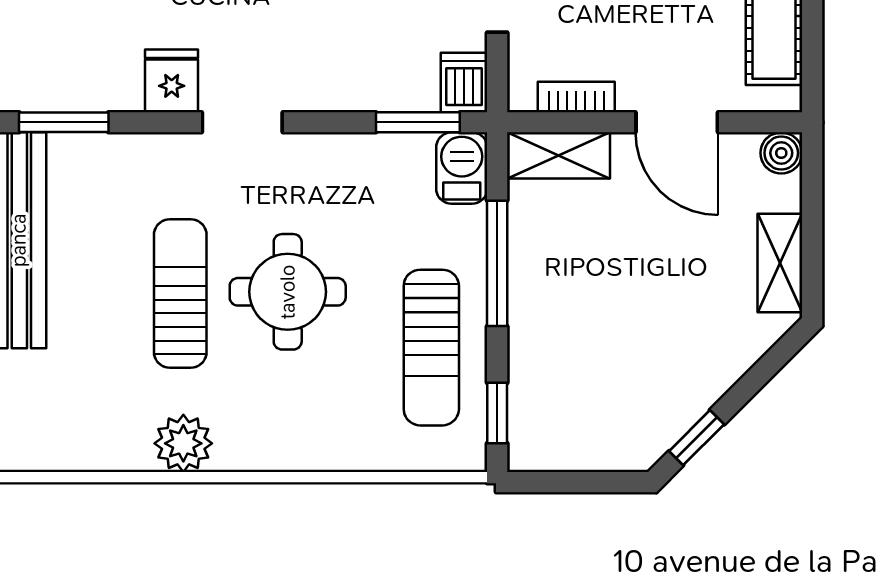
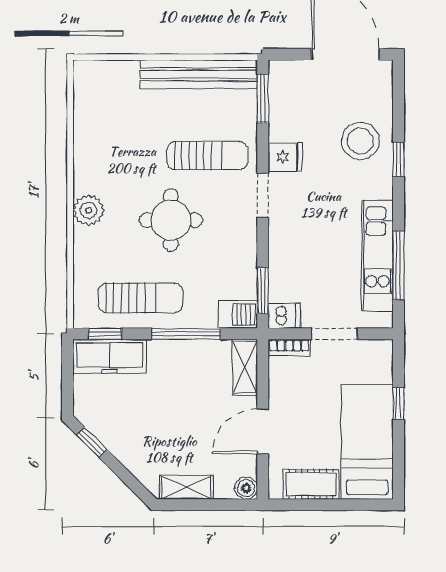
bookcase: (576, 97) -> (289, 348), moved, turned 90
sun lounger: (180, 294) -> (207, 156), moved
sun lounger: (431, 348) -> (141, 298), turned 180
freezer: (539, 404) -> (110, 356), added
plant: (183, 443) -> (89, 210), moved

